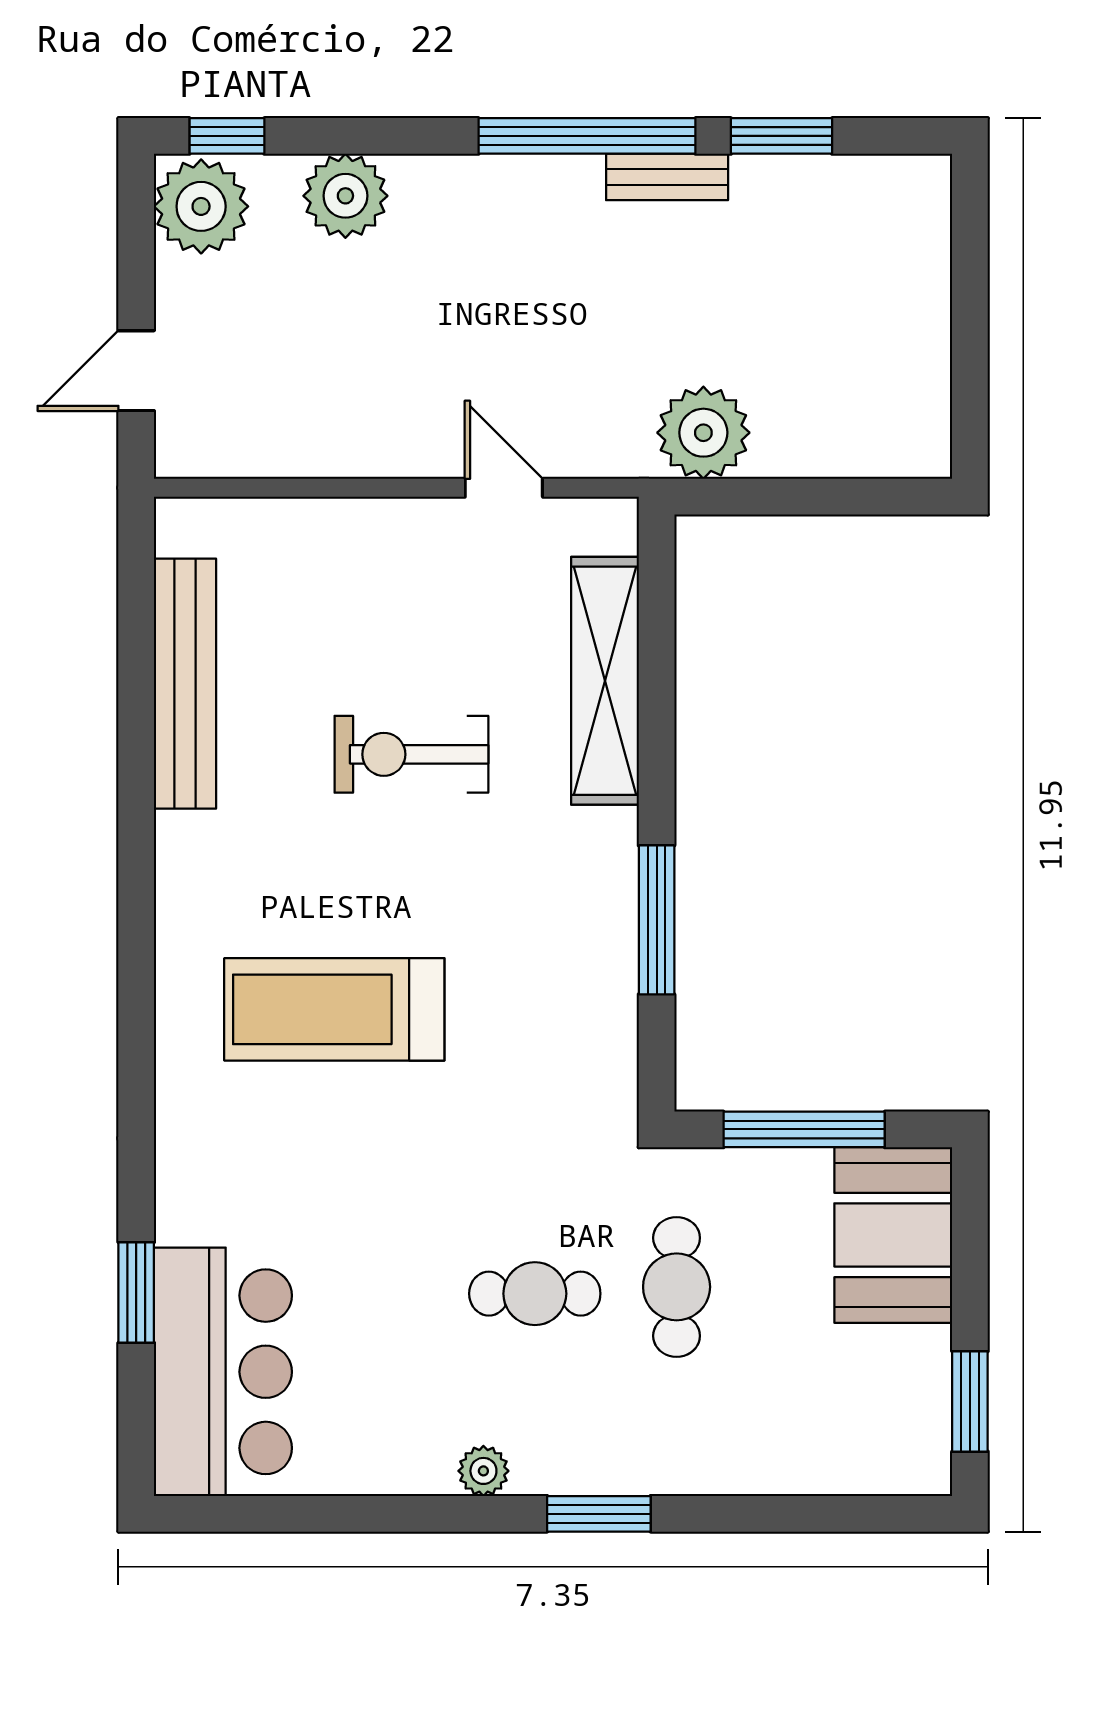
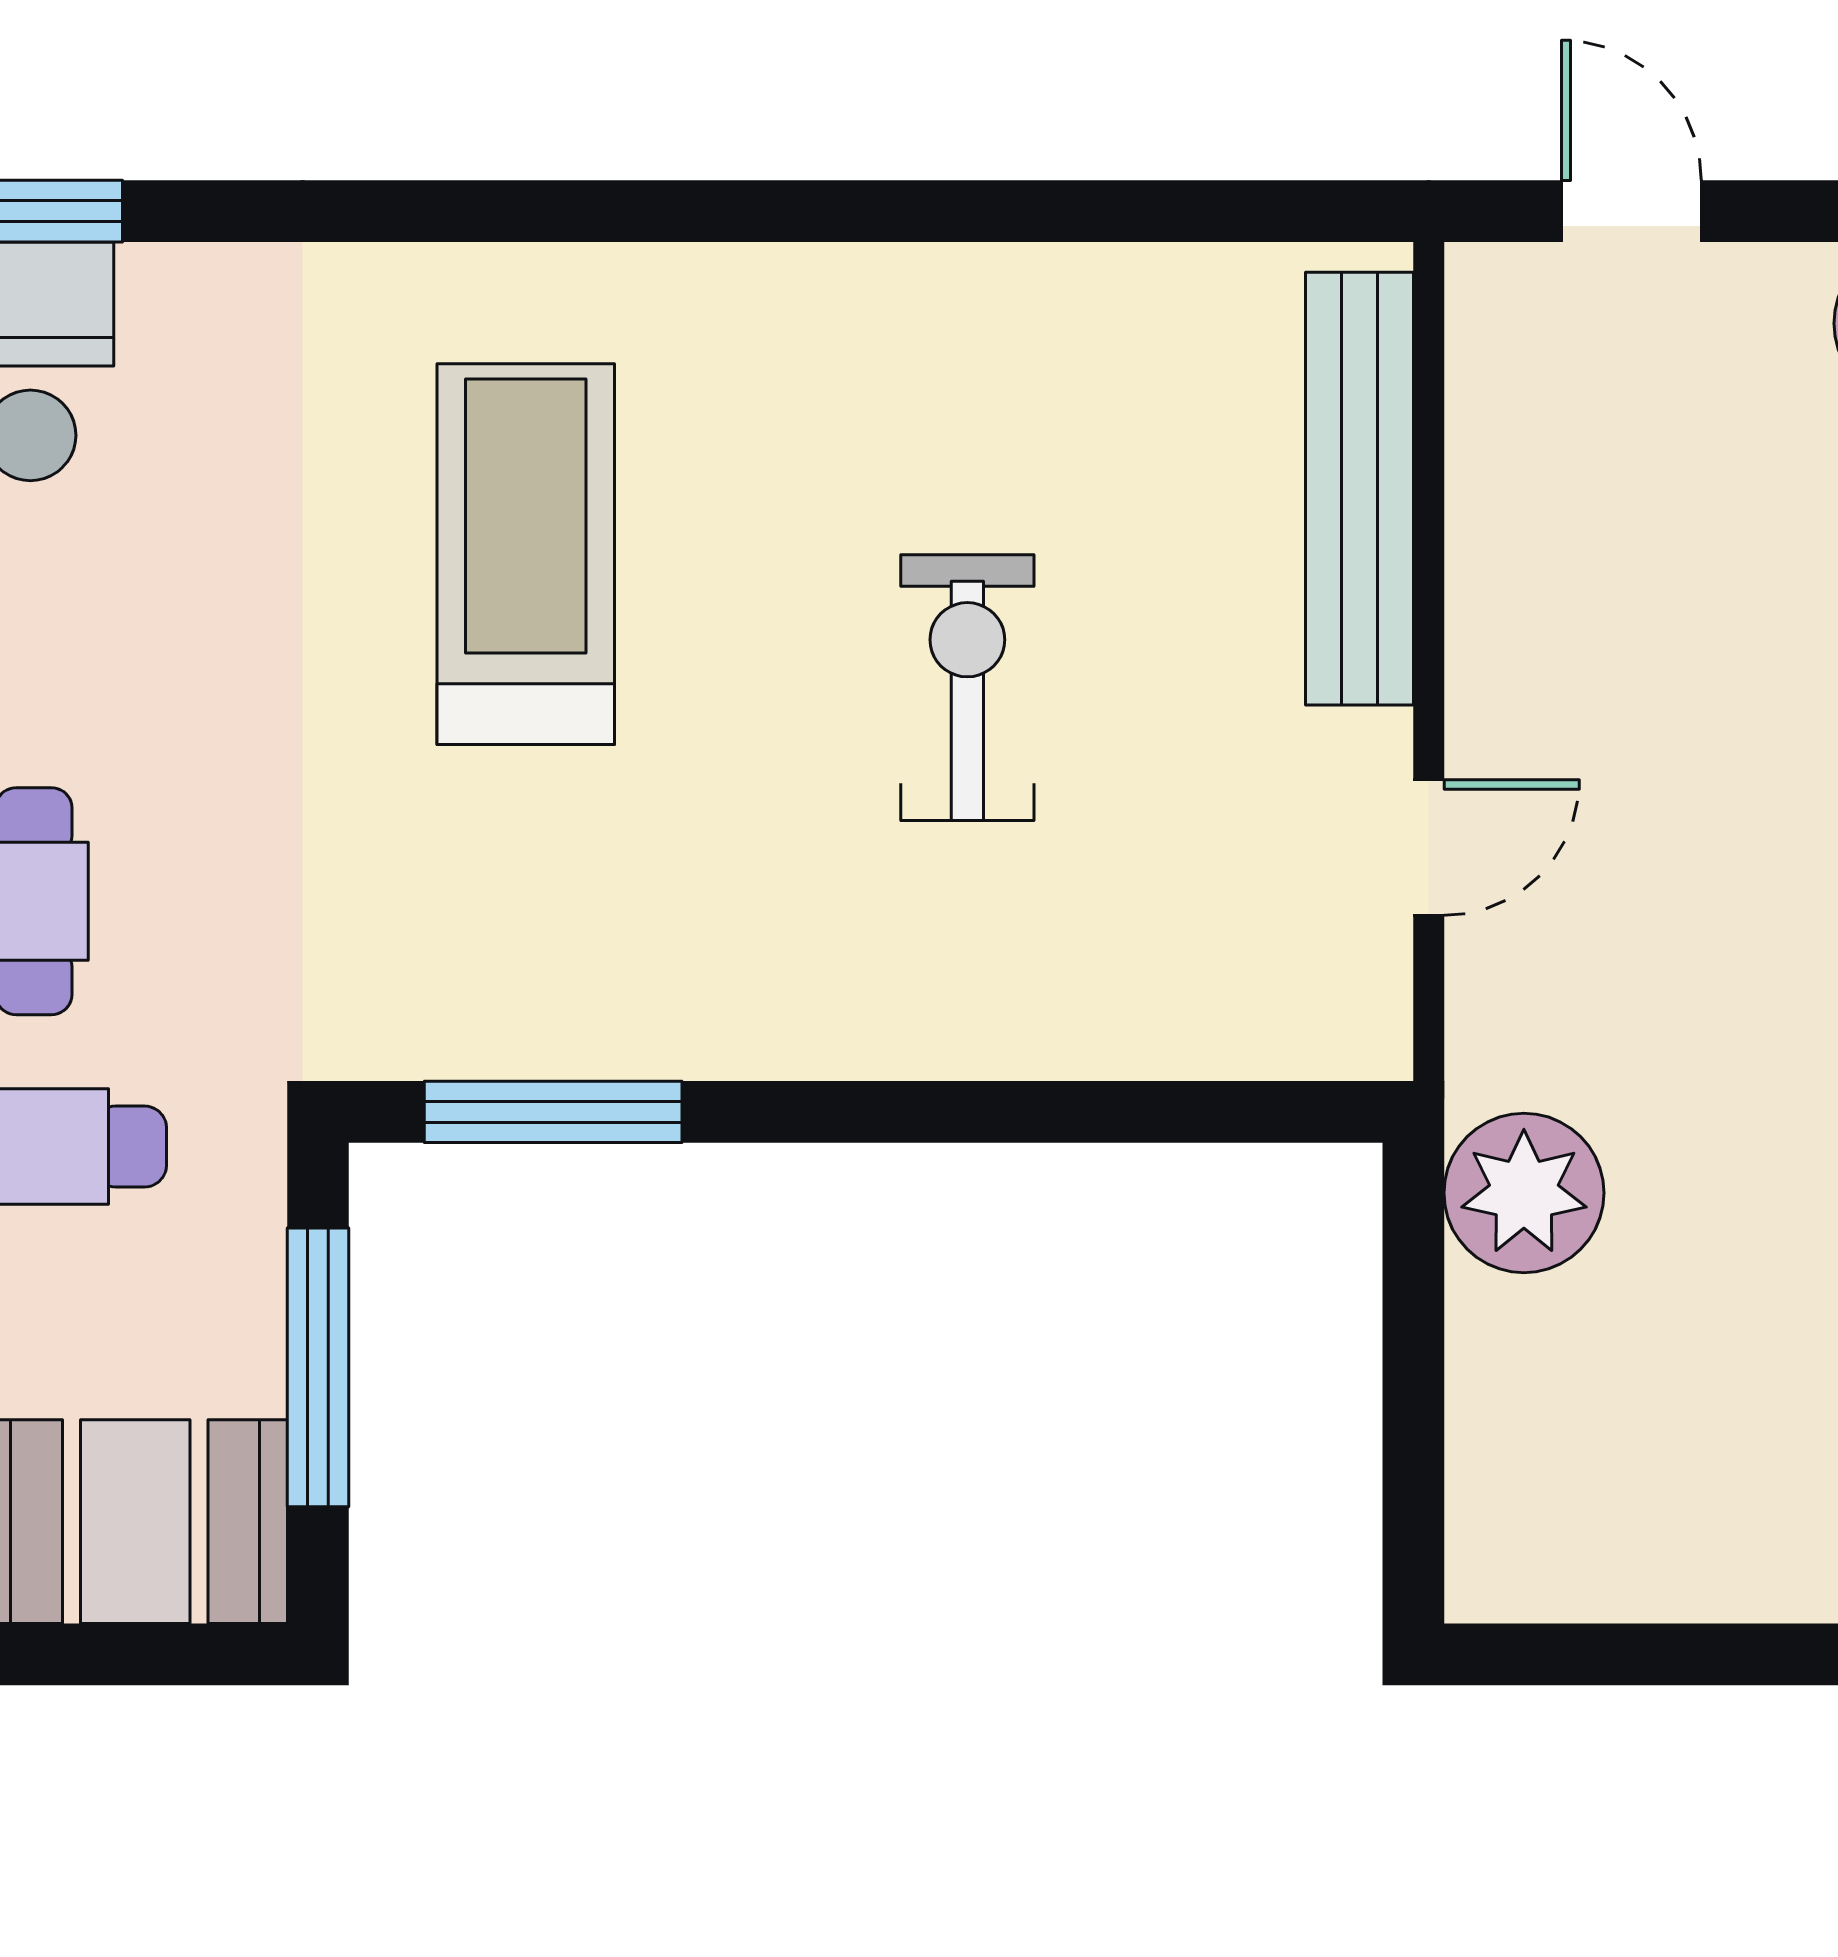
shelving: (605, 681) -> (1095, 1023), removed
bench: (185, 684) -> (1359, 489), moved, turned 90
window: (657, 920) -> (553, 1112), moved

